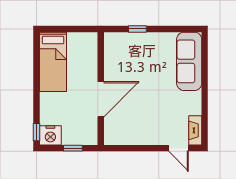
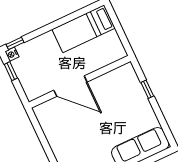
nightstand: (50, 135) -> (12, 54), width x0.53, depth x0.56
window: (73, 148) -> (11, 71), moved

